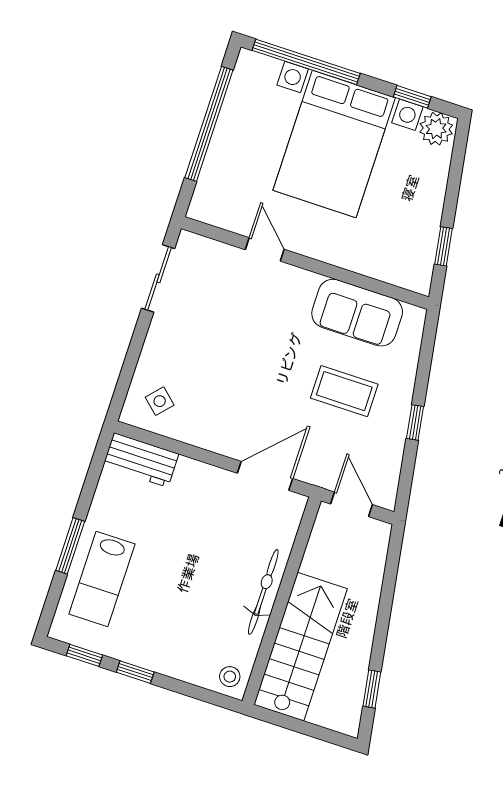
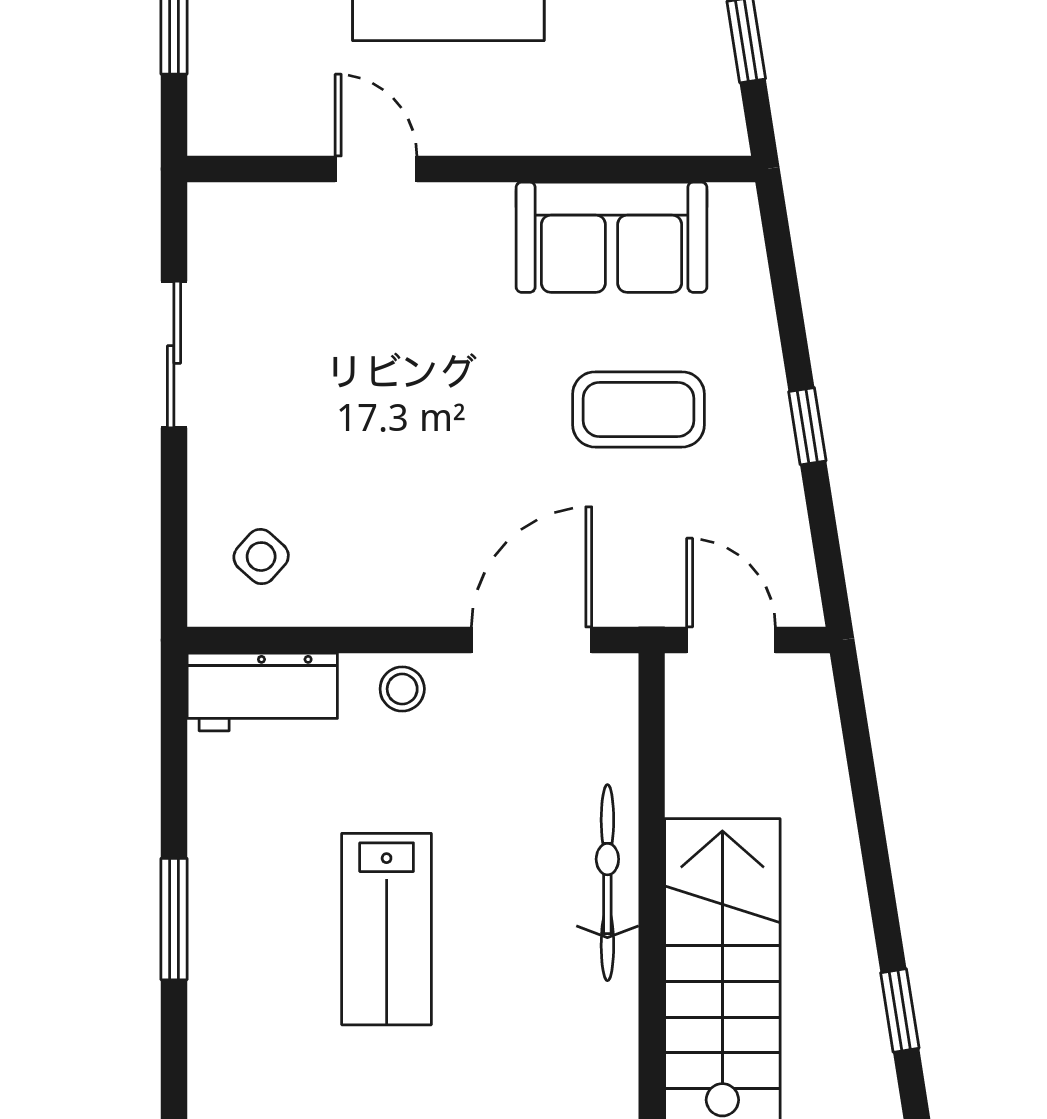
sliding door: (158, 278) -> (174, 354), moved
lab bench: (102, 579) -> (387, 929), moved
stool: (230, 677) -> (402, 689), moved

